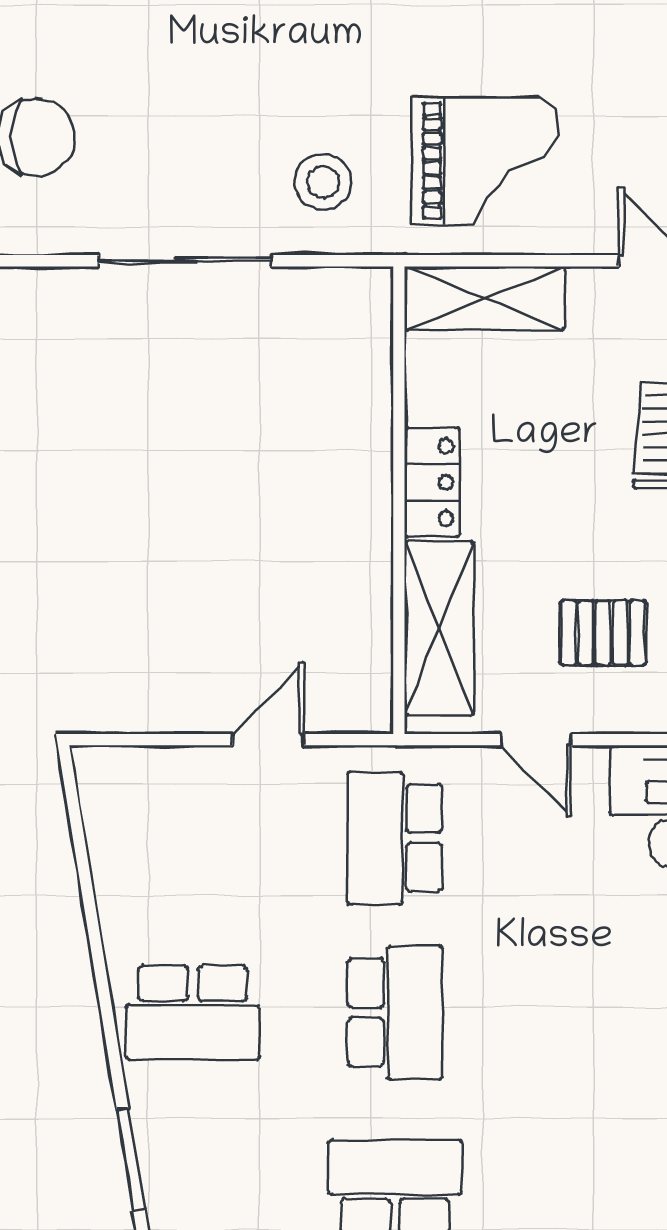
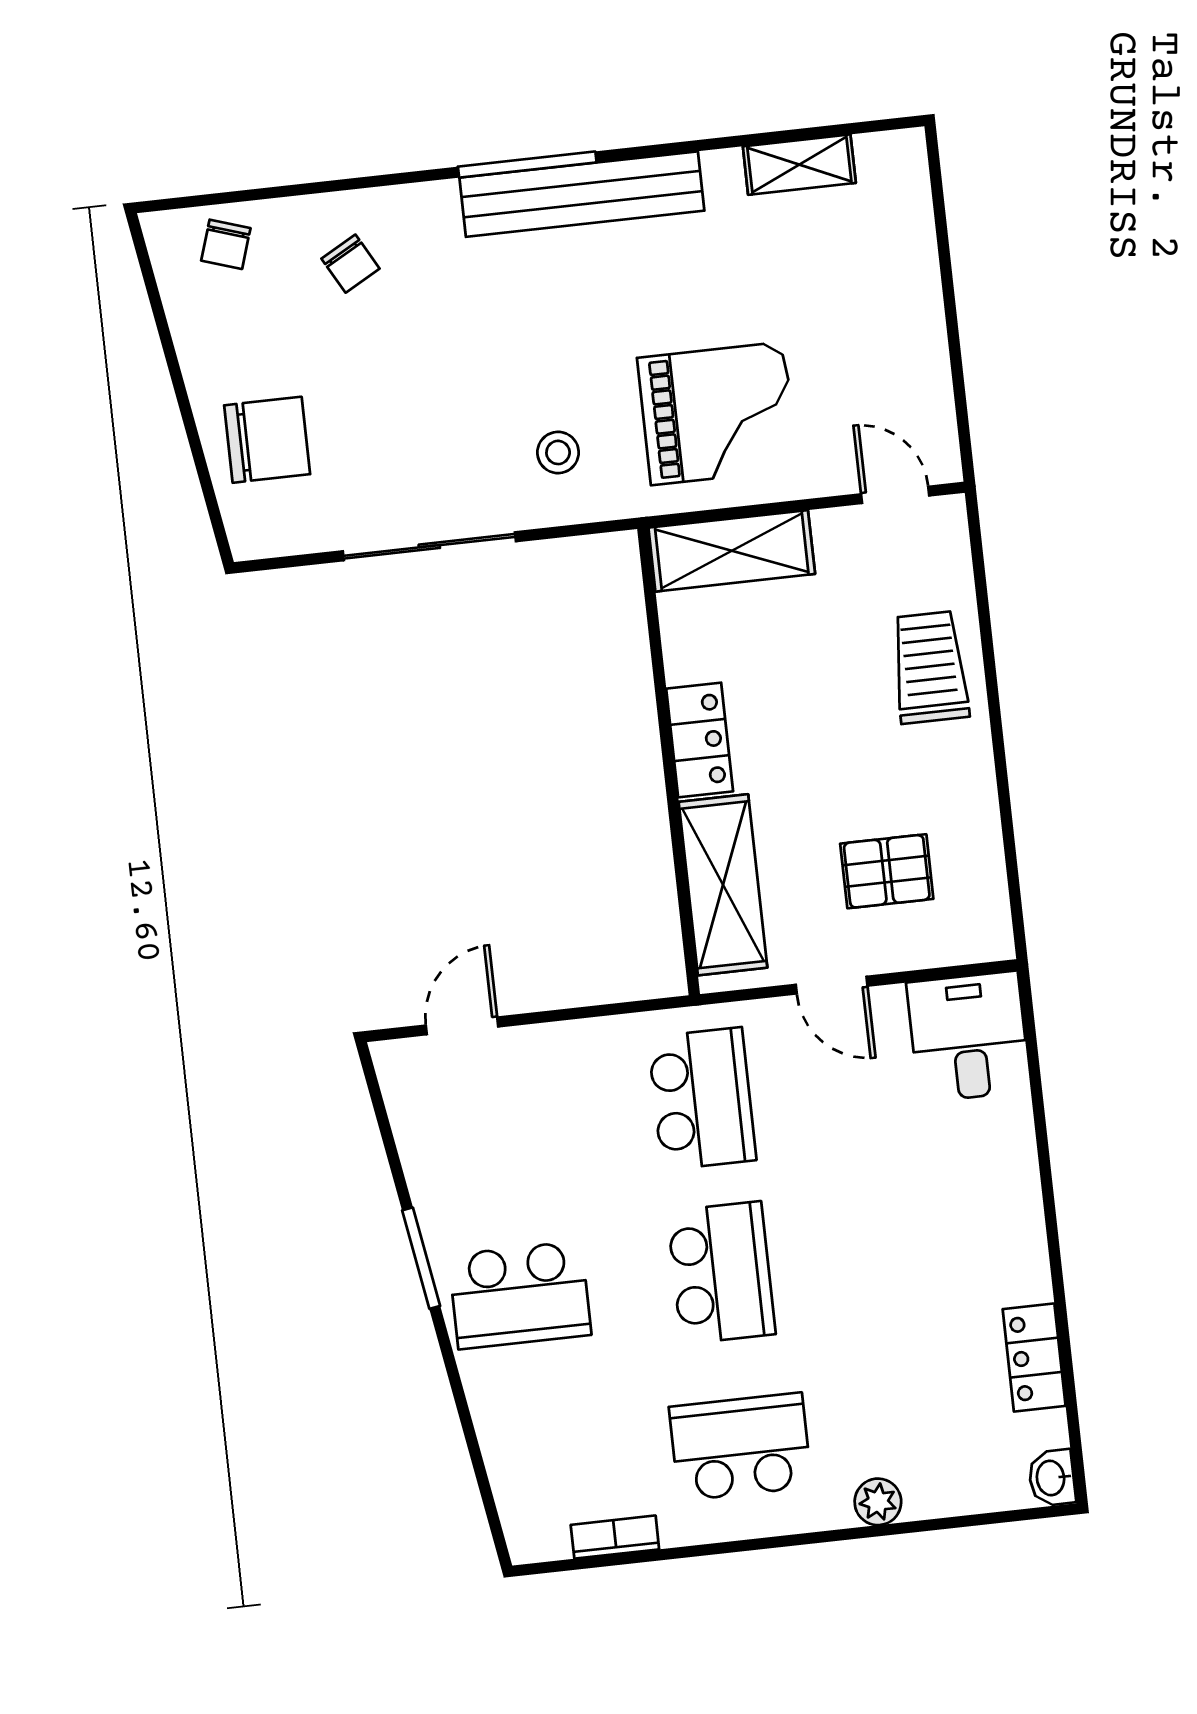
stool: (323, 182) -> (558, 452), width x0.73, depth x0.73
door: (268, 740) -> (462, 1026), moved
school desk: (395, 838) -> (702, 1099), turned 180
window: (131, 1159) -> (421, 1258), moved

